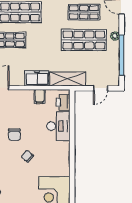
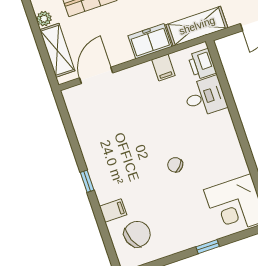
desk: (58, 126) -> (205, 97), width x0.73
chair: (14, 135) -> (144, 139), removed

